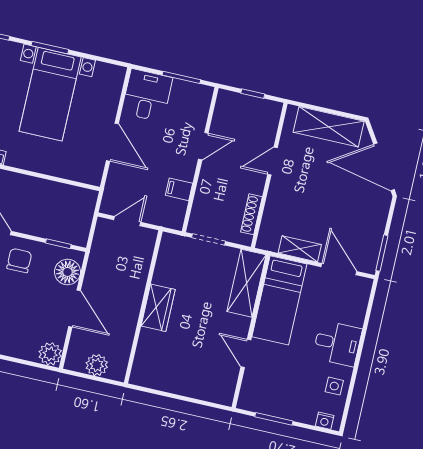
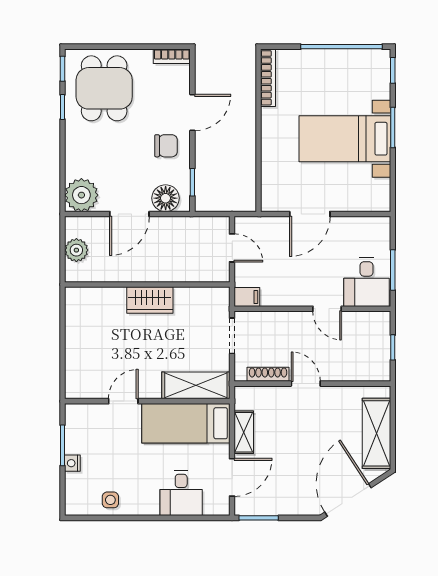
desk: (147, 95) -> (366, 282), moved, turned 90
door: (272, 161) -> (306, 384), moved
filing cabinet: (179, 189) -> (247, 297), moved, turned 90
desk: (337, 343) -> (181, 493), moved
plant: (50, 354) -> (81, 195), width x1.36, depth x1.36
nightstand: (325, 421) -> (72, 463), moved

